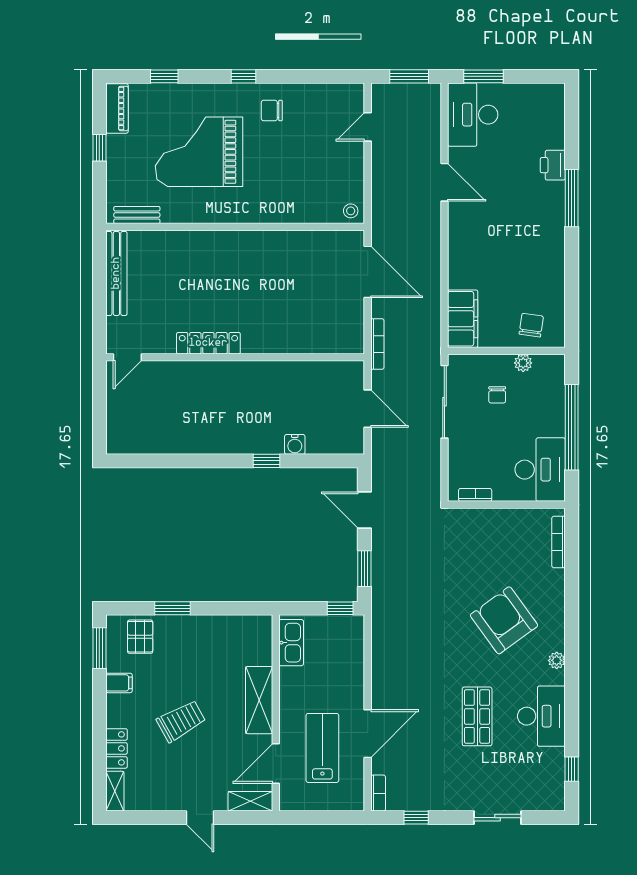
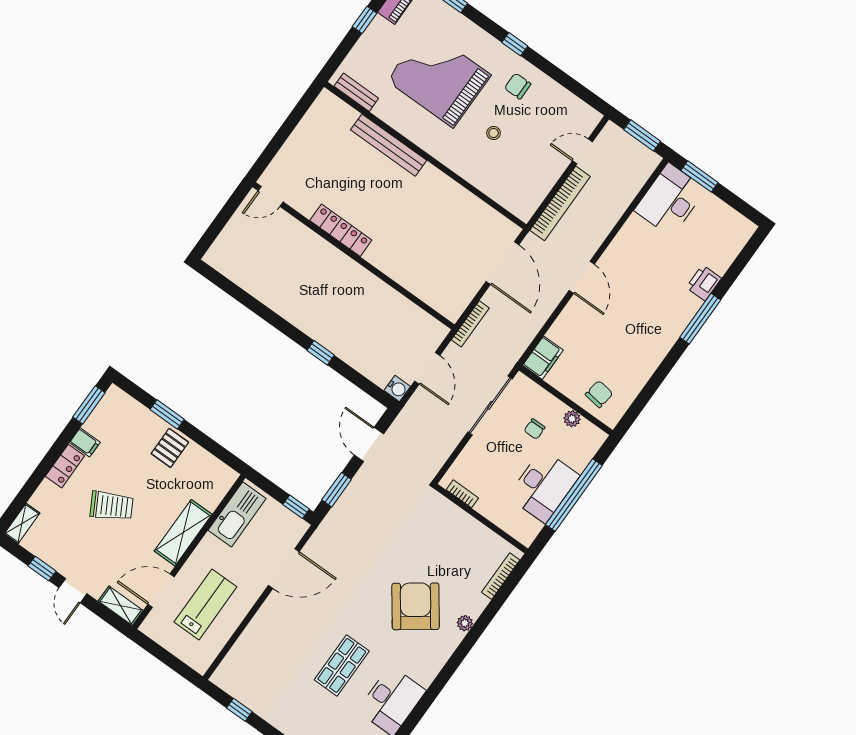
door: (444, 182) -> (582, 277), moved
stool: (351, 211) -> (494, 133), moved
bench: (116, 273) -> (389, 145), moved, turned 90
filing cabinet: (463, 319) -> (543, 358), width x0.67, depth x0.86
water cooler: (295, 444) -> (397, 388), moved, turned -90
desk: (540, 470) -> (544, 486), moved
pallet: (140, 637) -> (170, 448), moved
kitchen sink: (291, 643) -> (237, 514), width x1.36, depth x1.24
plant: (557, 660) -> (465, 623), moved
door: (368, 734) -> (284, 569), moved
locker: (117, 748) -> (65, 466), moved
bookcase: (378, 793) -> (560, 203), moved, width x2.31, depth x1.31
window: (160, 818) -> (42, 569), added

